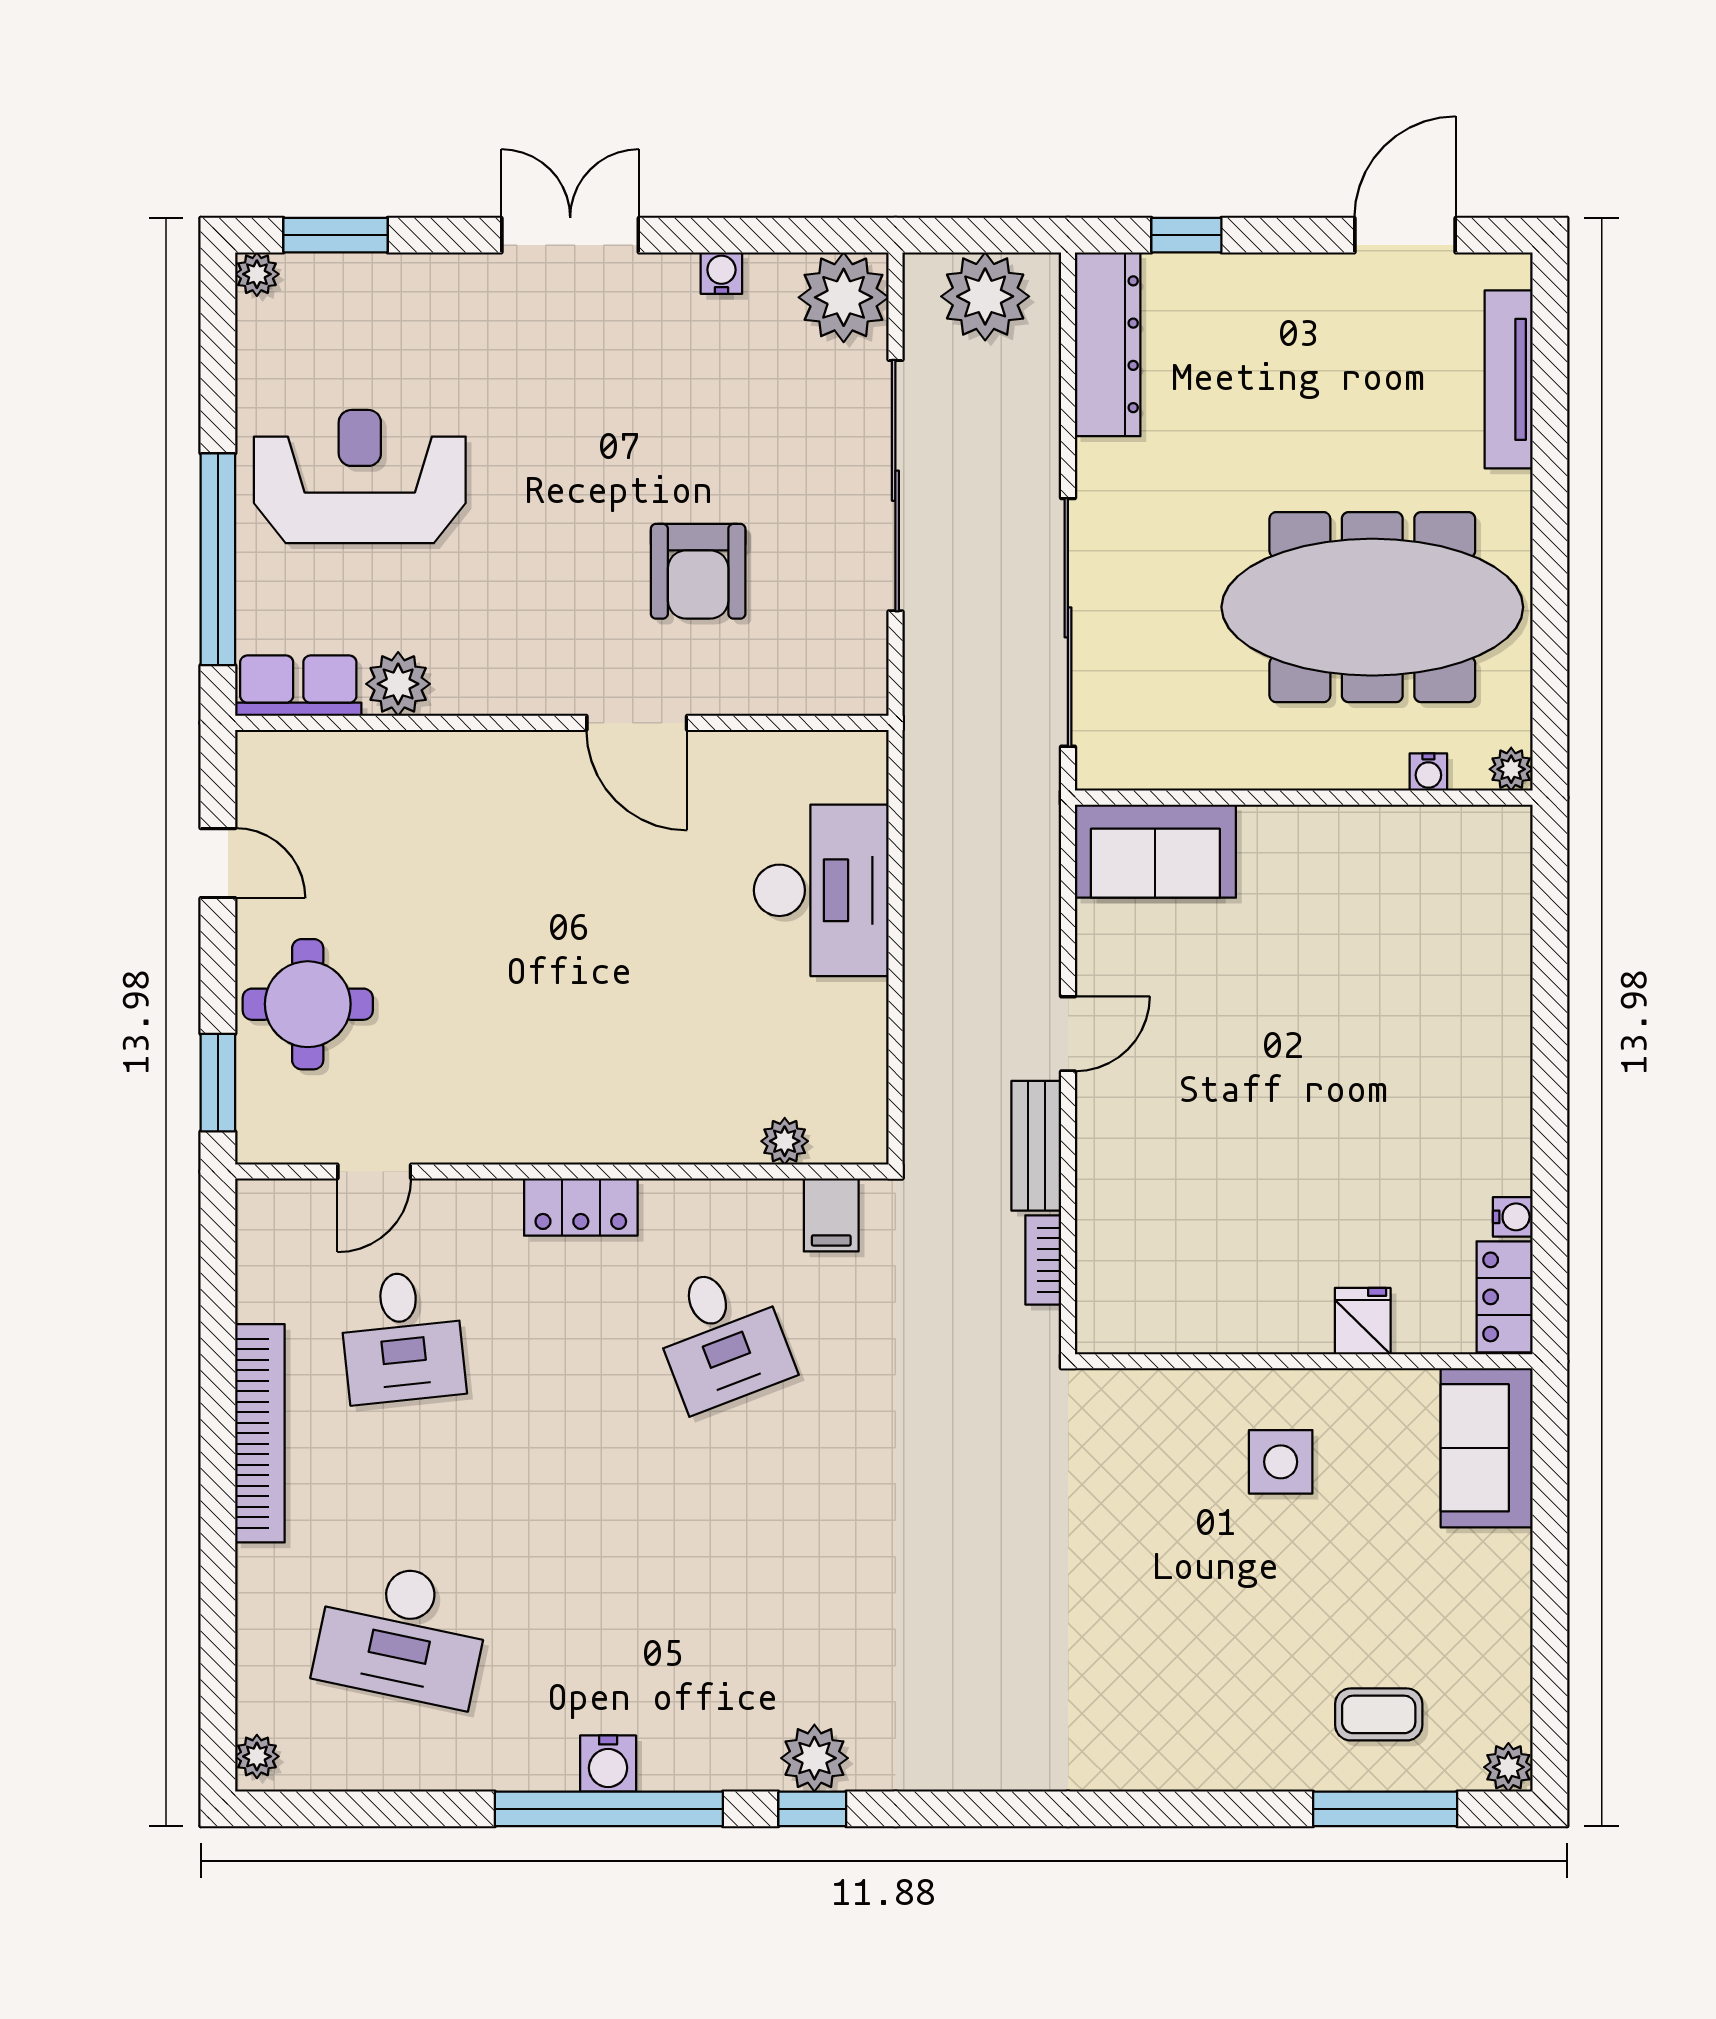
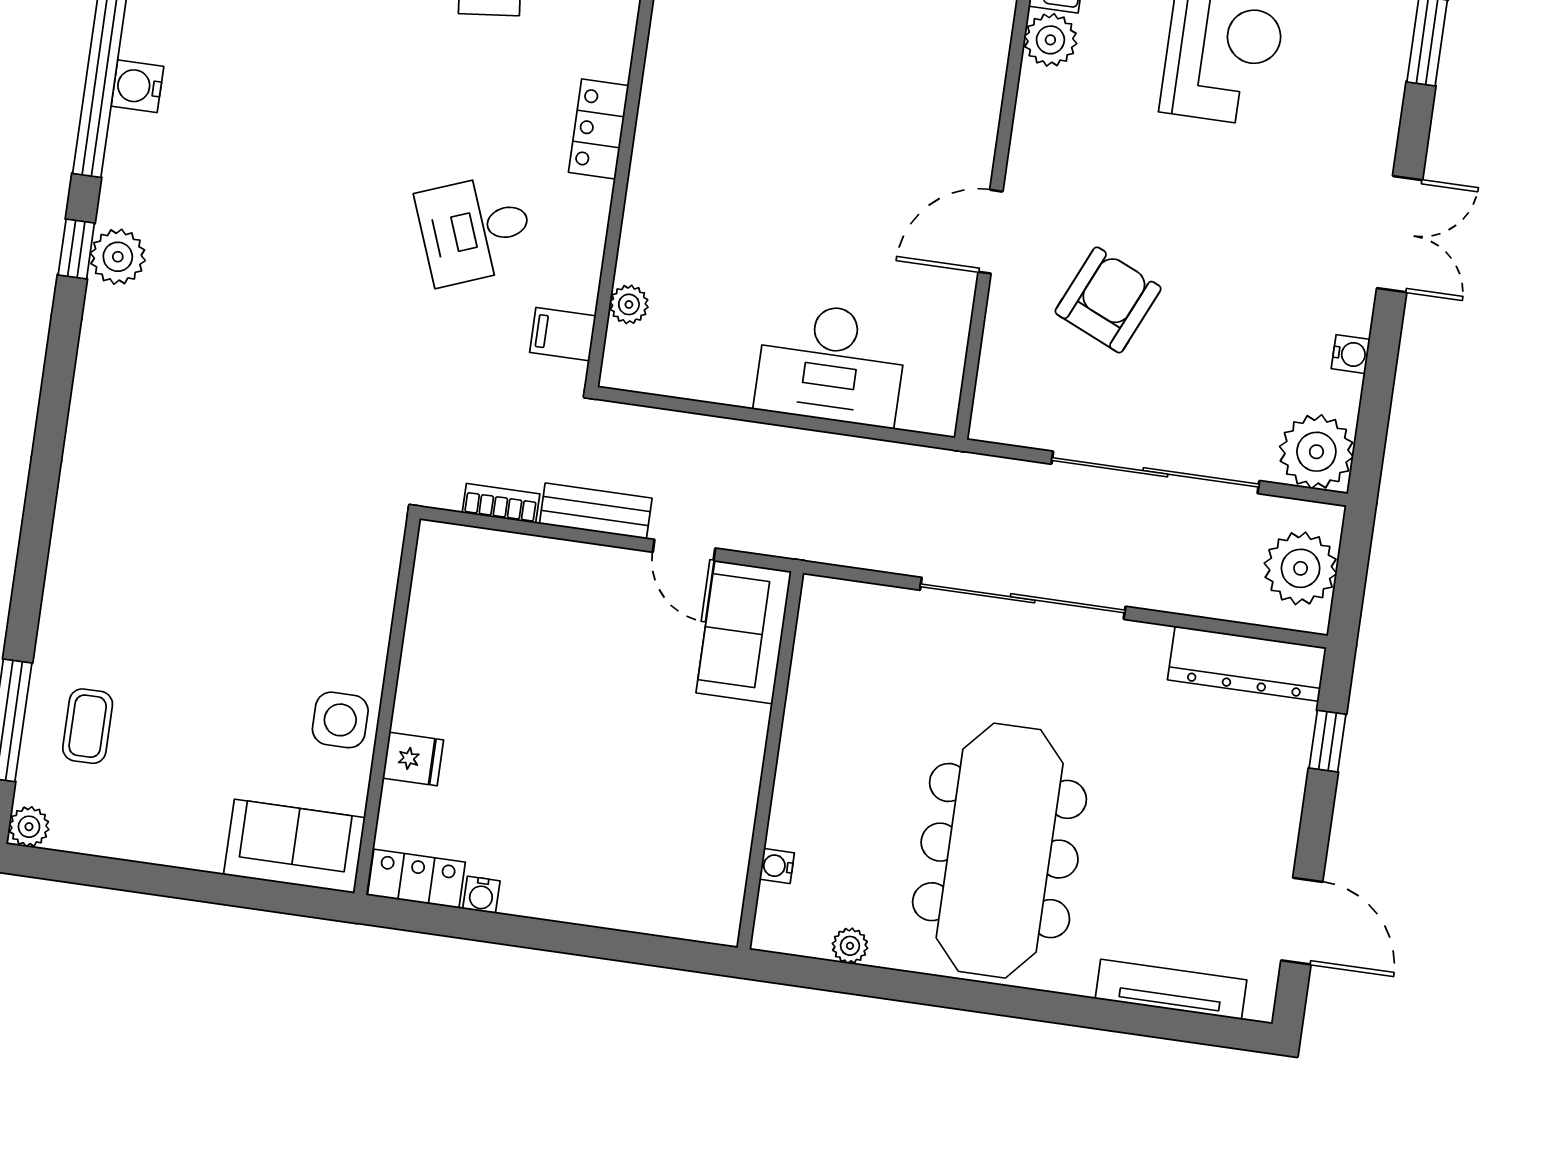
armchair: (698, 571) -> (1108, 300), turned 114
water cooler: (1428, 772) -> (777, 866), moved
wall: (1304, 798) -> (770, 760), moved
sofa: (1155, 851) -> (744, 632), moved
side table: (1281, 1462) -> (340, 720), moved

